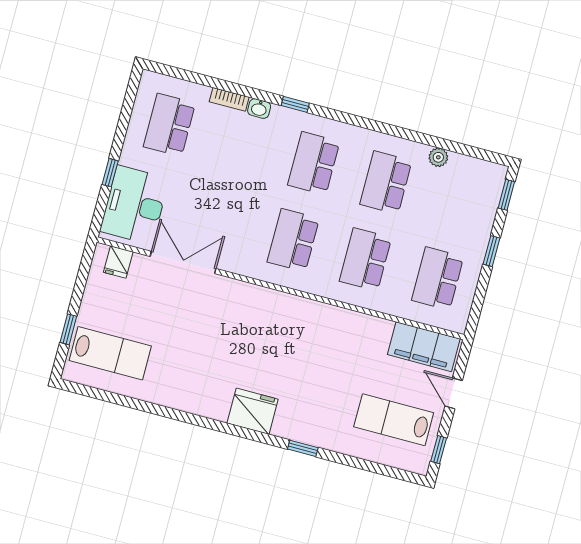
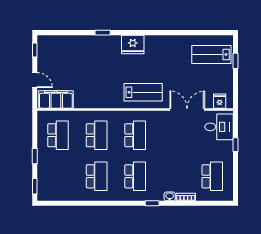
plant: (438, 157) -> (74, 196), removed
desk: (135, 205) -> (219, 127), width x0.73
double door: (183, 262) -> (187, 110), swing flipped
lab bench: (394, 420) -> (143, 92), moved

